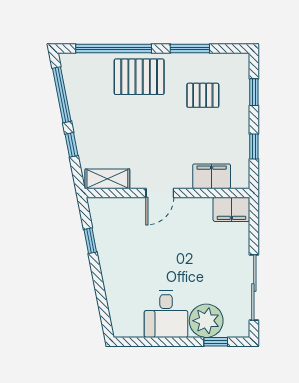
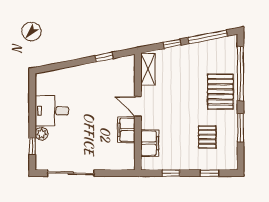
filing cabinet: (231, 209) -> (126, 130), moved
plant: (206, 321) -> (42, 134), width x0.53, depth x0.53

